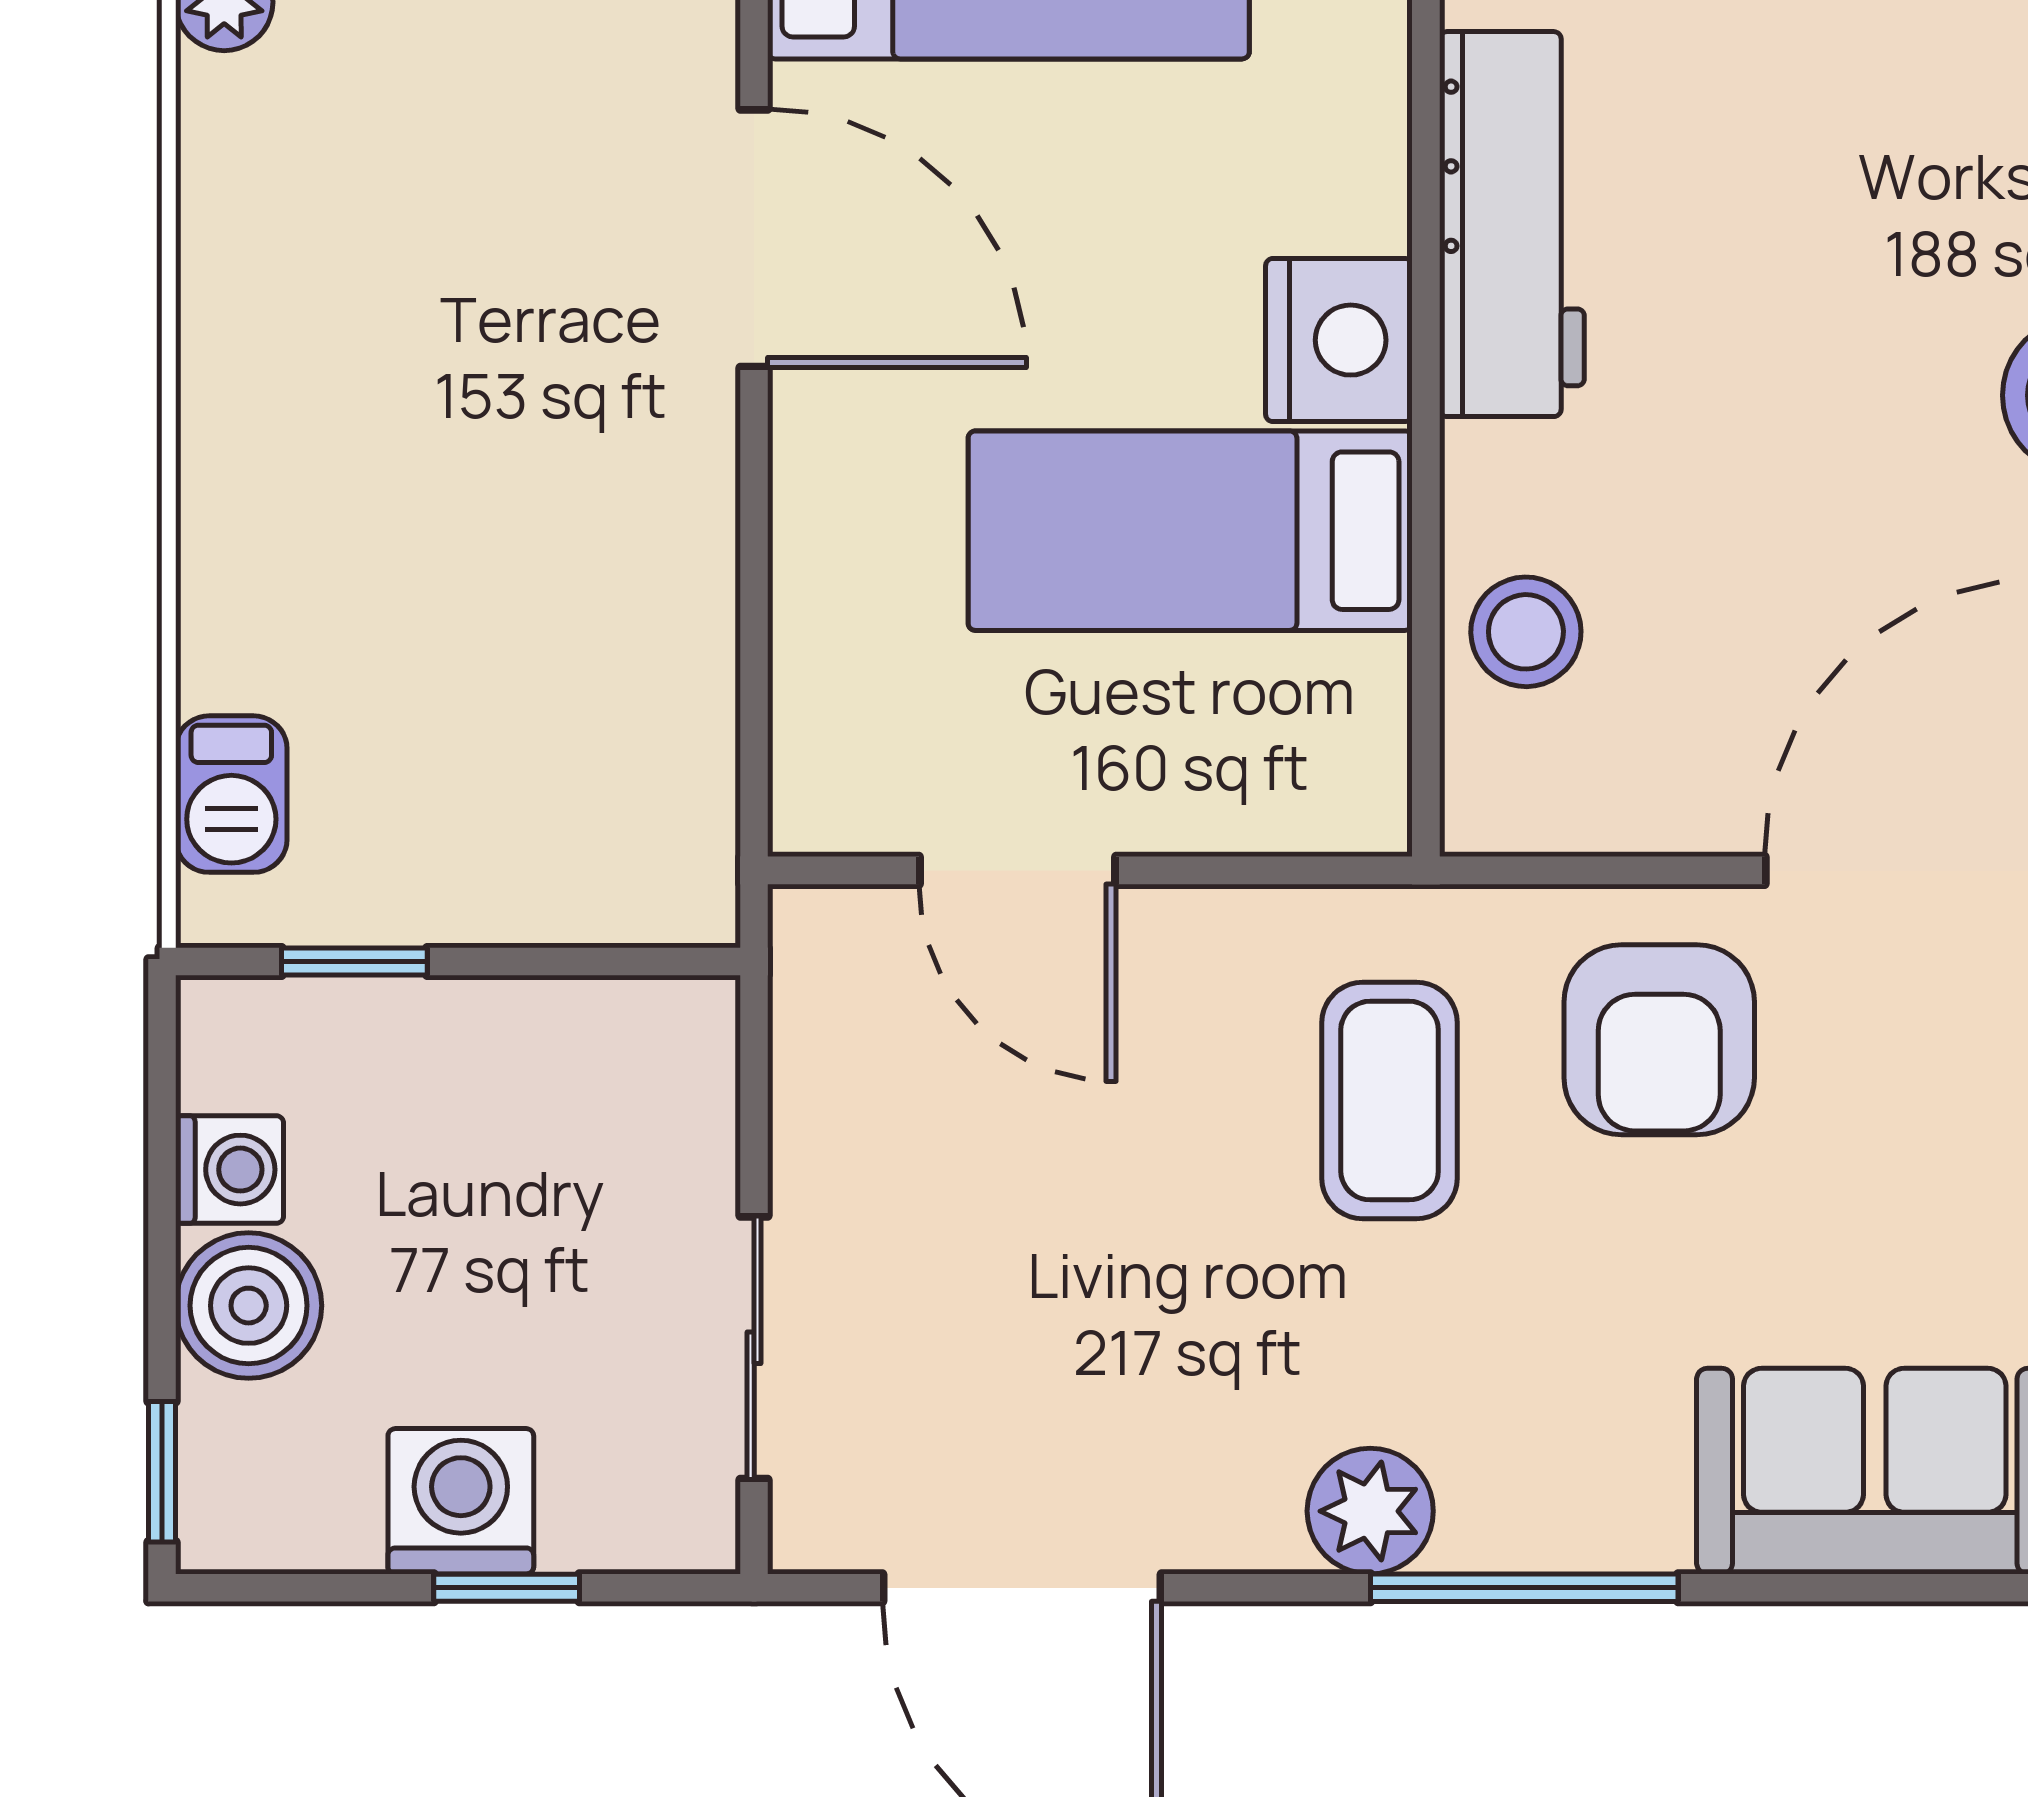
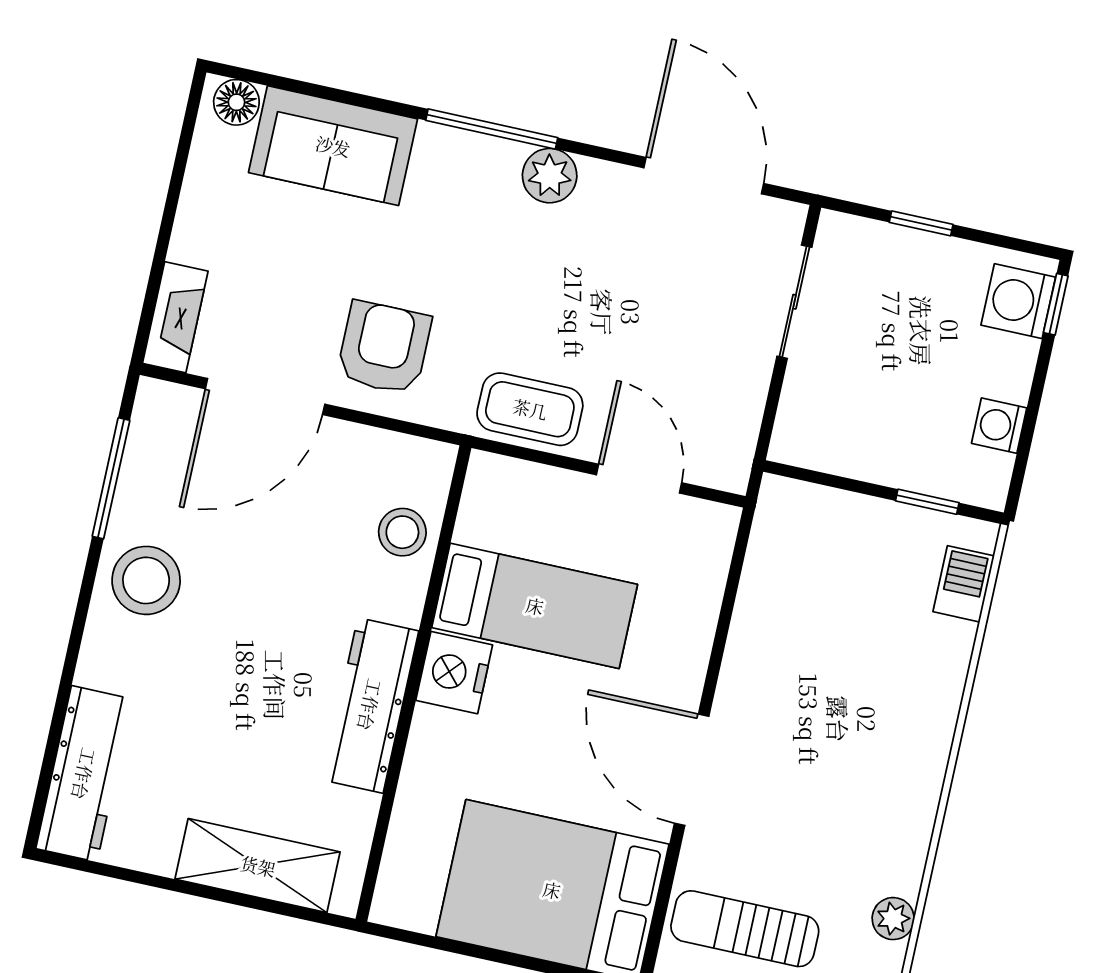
coffee table: (1390, 1101) -> (530, 409), moved, turned 90
boiler: (249, 1306) -> (1004, 366), removed
washing machine: (461, 1501) -> (1018, 301), moved, turned 90

